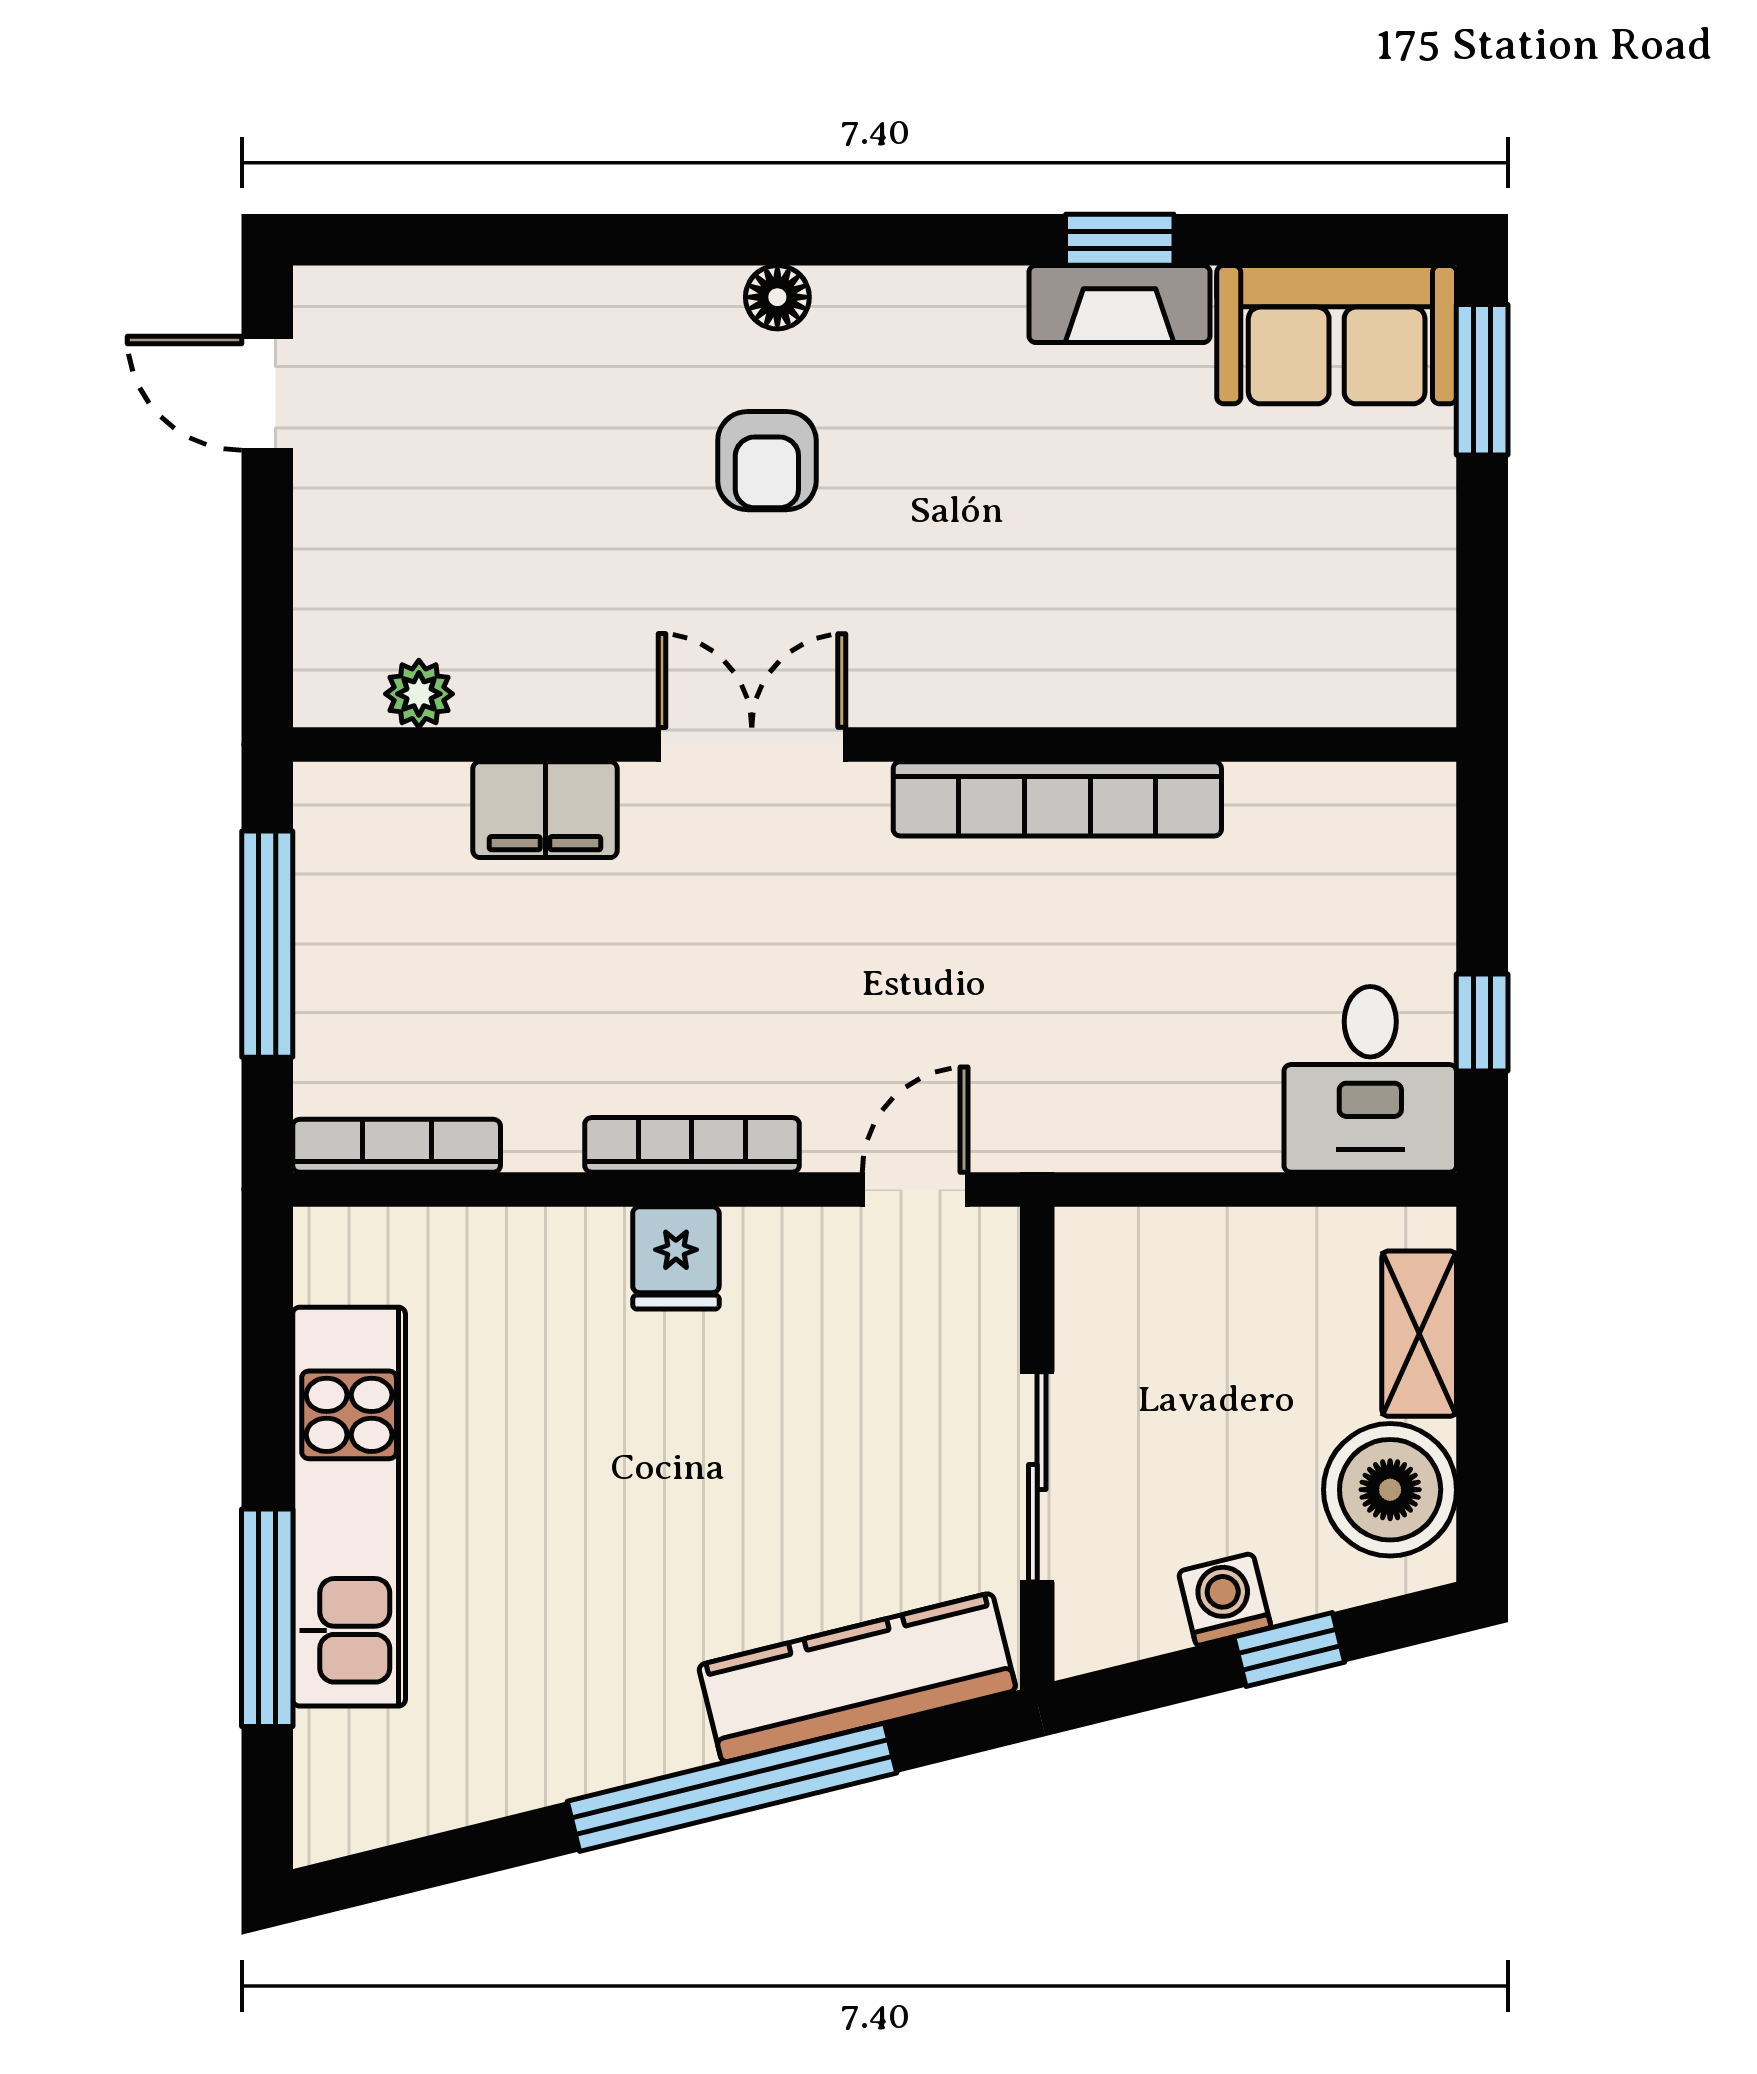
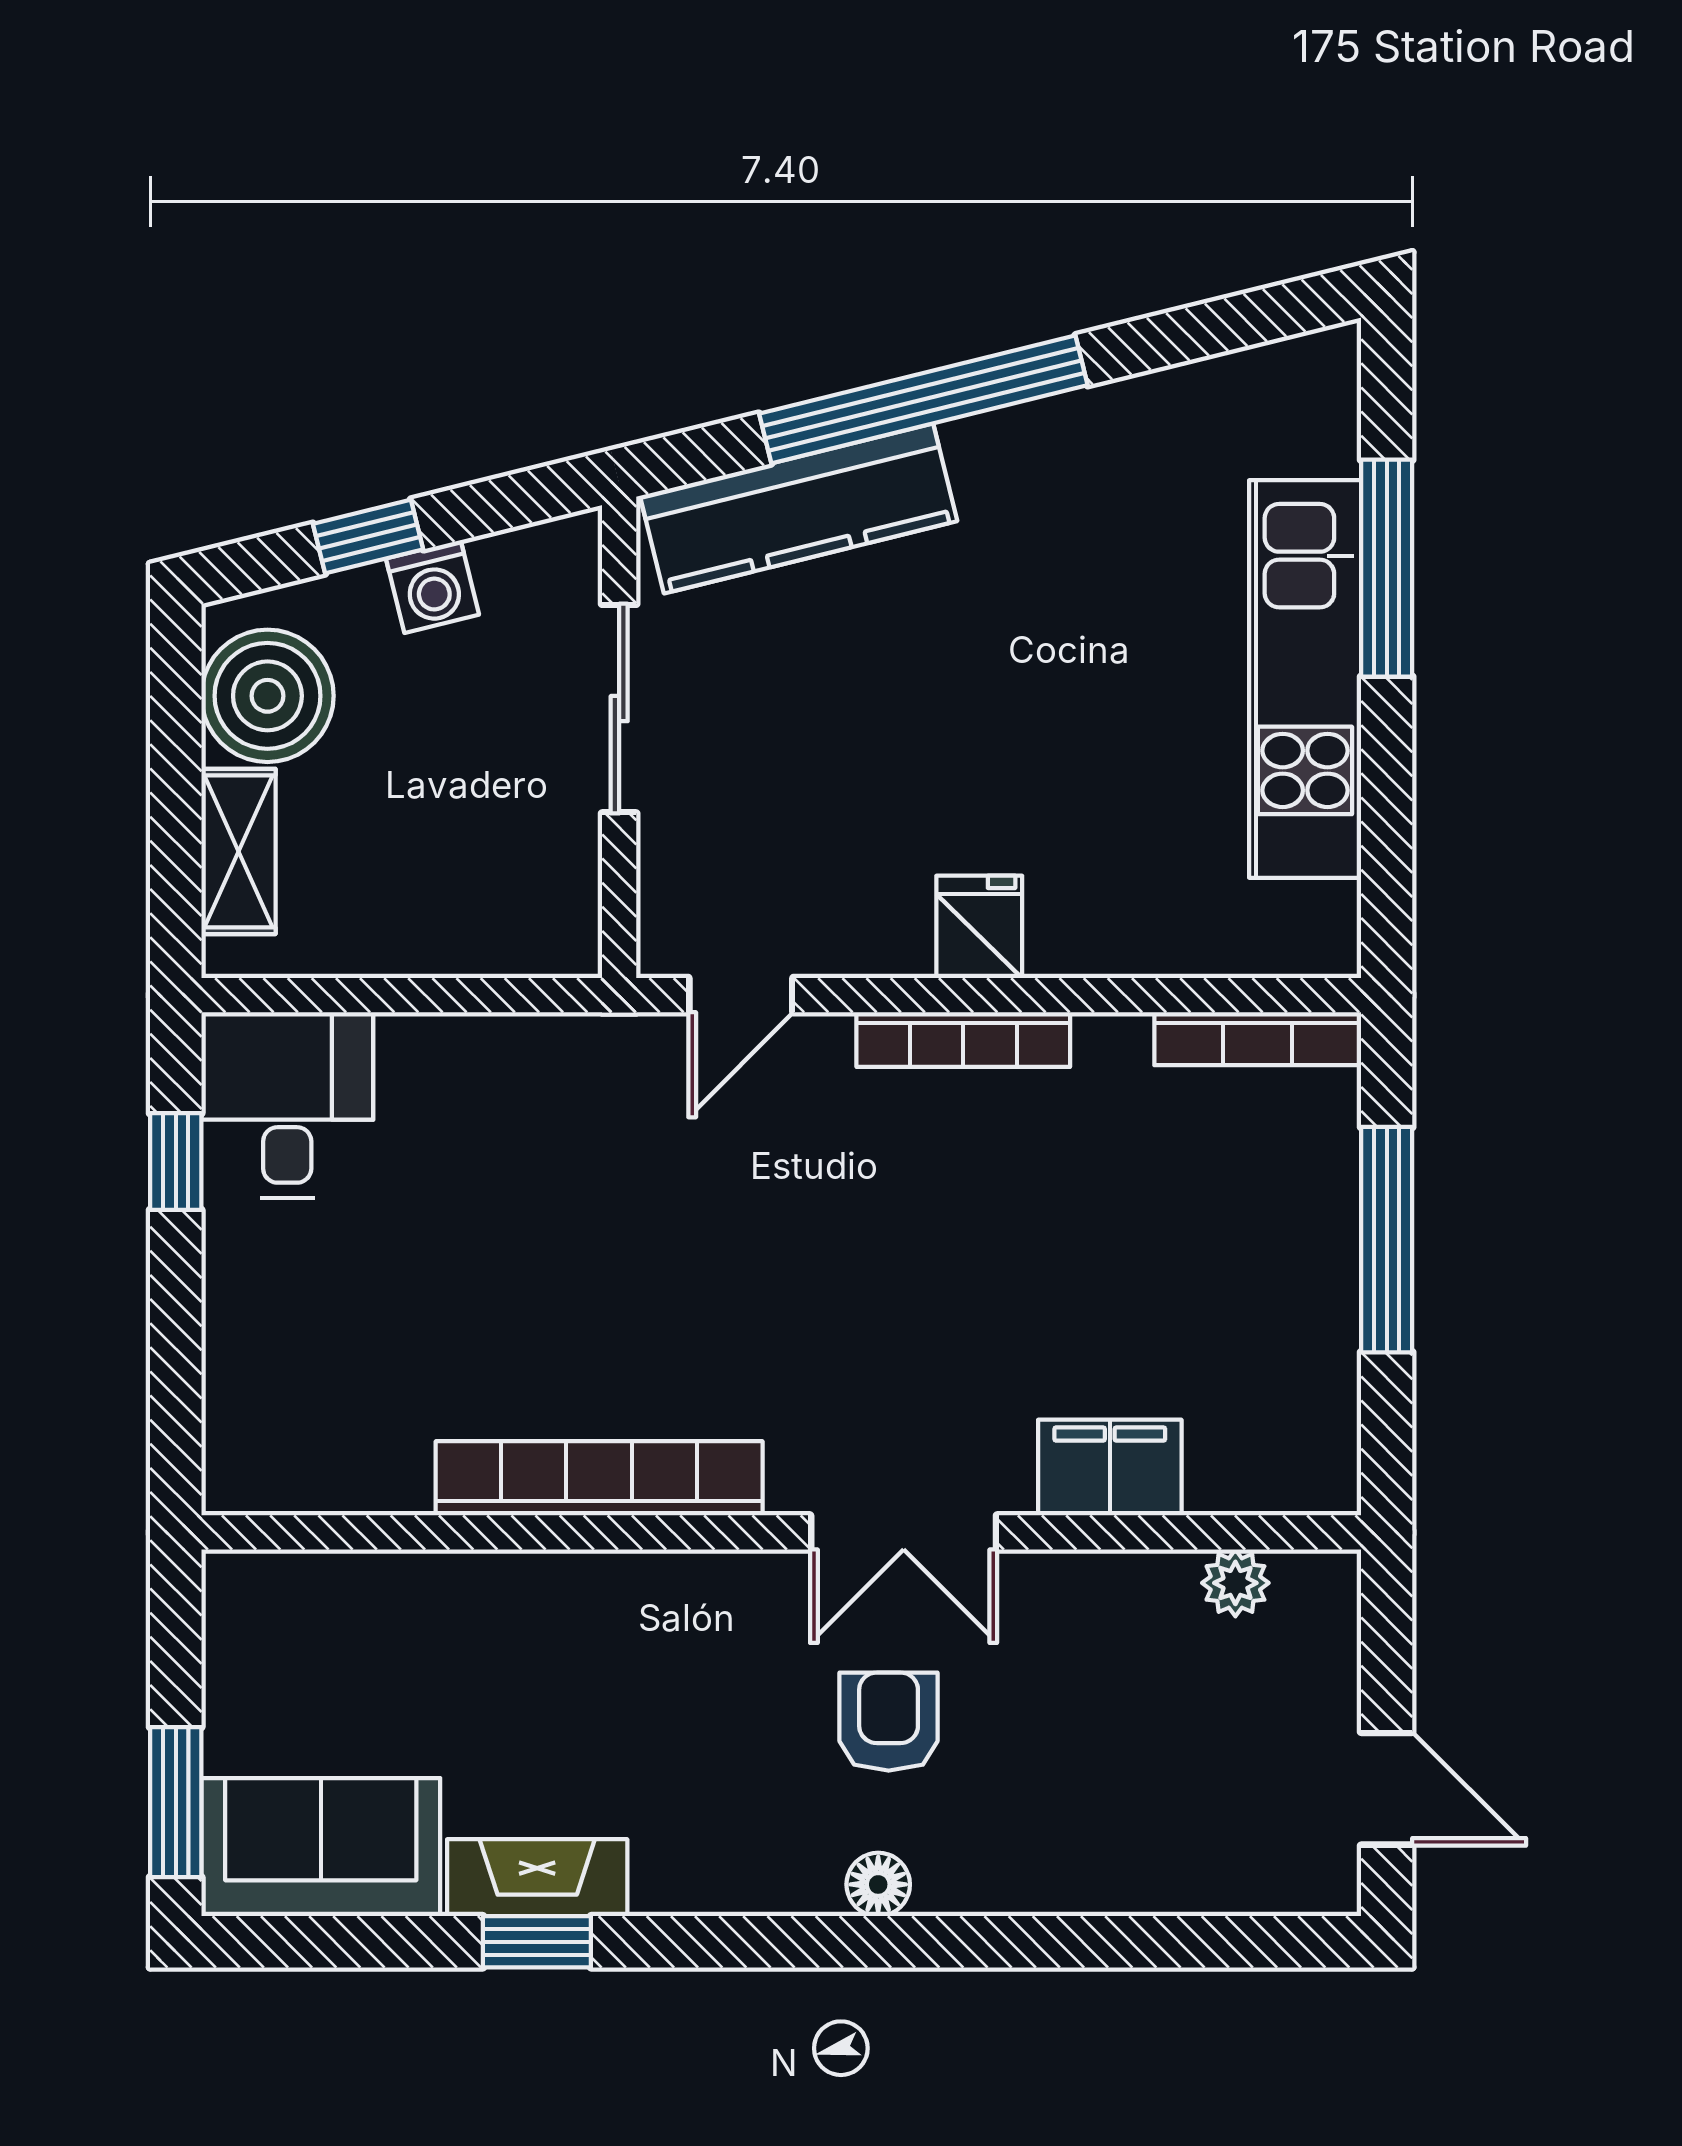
plant: (419, 694) -> (1235, 1583), moved
double door: (752, 744) -> (904, 1532), moved
wall: (875, 744) -> (781, 1532), moved
bookcase: (1057, 799) -> (599, 1478), moved
filing cabinet: (545, 810) -> (1110, 1468), moved

